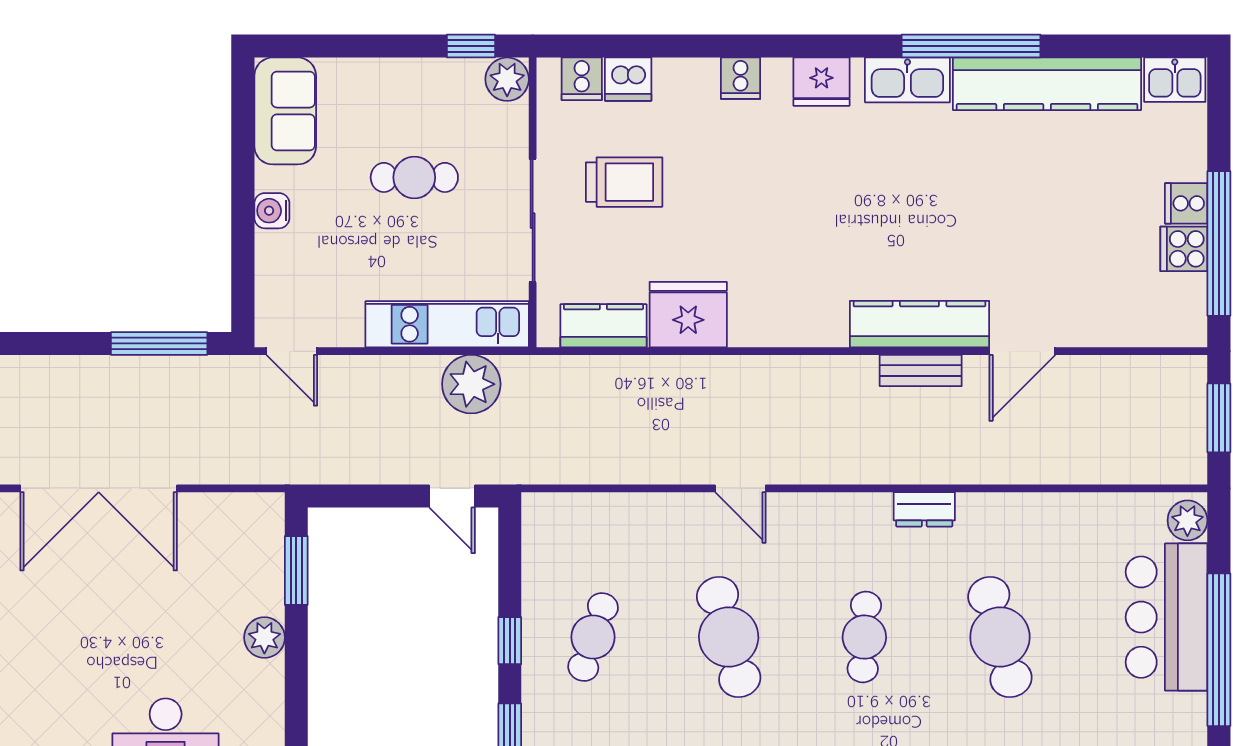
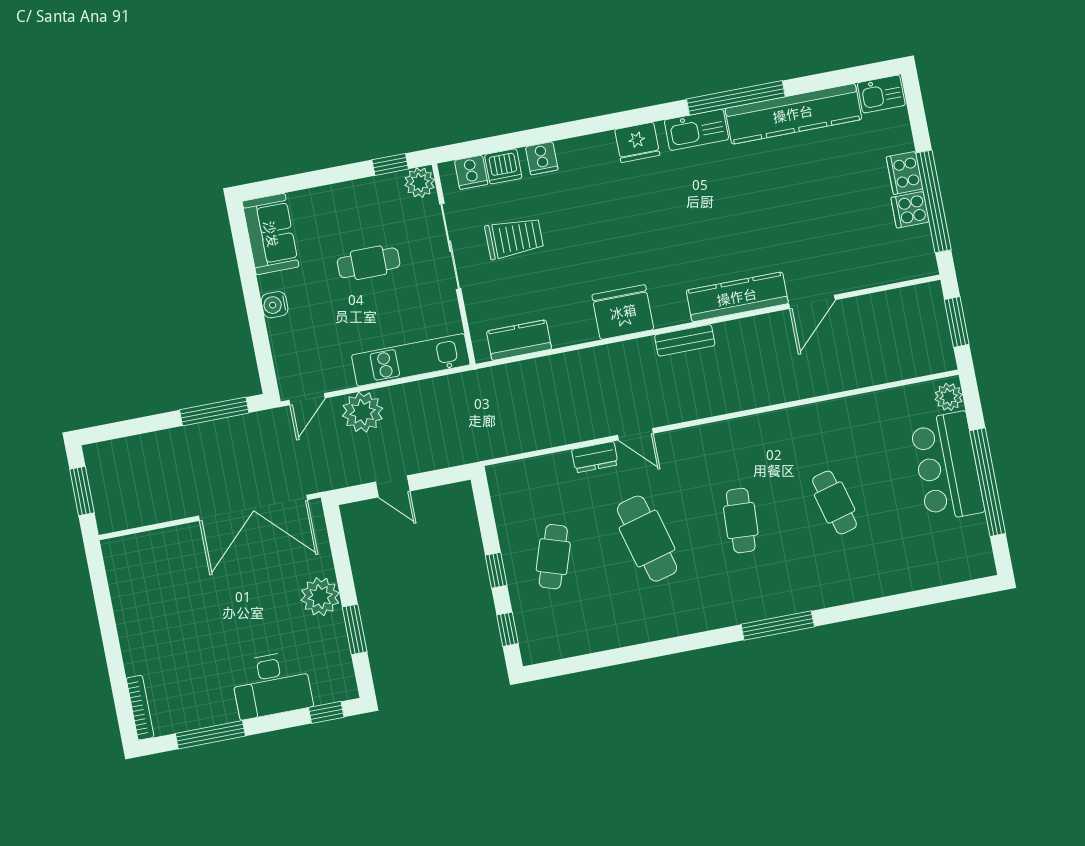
cooker: (741, 78) -> (542, 158), moved
cooker: (1186, 203) -> (905, 173), width x1.36
sliding door: (533, 221) -> (450, 246), moved
fridge: (688, 315) -> (623, 312), moved
door: (292, 351) -> (307, 399), hinge flipped
bench: (921, 371) -> (685, 340), moved
plant: (471, 384) -> (363, 412), moved
double door: (99, 488) -> (253, 508), moved
door: (452, 496) -> (393, 486), moved
dresser: (924, 509) -> (595, 457), moved
window: (296, 571) -> (355, 629), moved
cafe table: (1000, 637) -> (835, 502), width x0.73, depth x0.74
plant: (264, 638) -> (320, 597), width x1.36, depth x1.36

